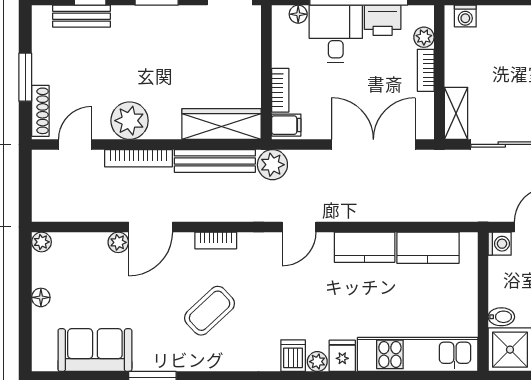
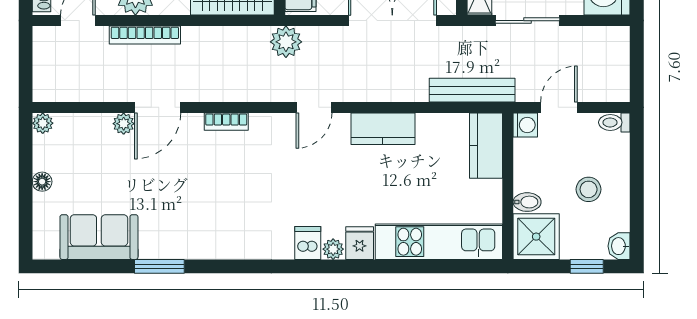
bench: (215, 161) -> (472, 90), moved
kitchen counter: (428, 248) -> (486, 146), moved, turned 90
coffee table: (210, 311) -> (220, 196), removed

